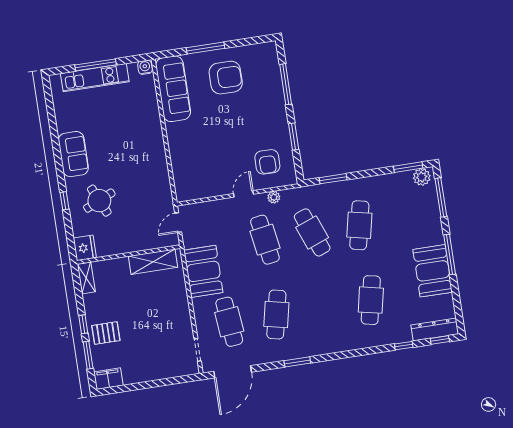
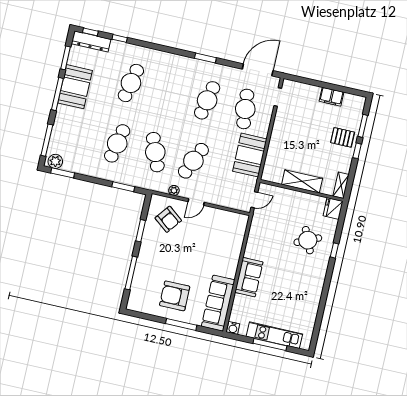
sofa: (73, 154) -> (249, 277), moved, turned 180
armchair: (267, 162) -> (168, 219), turned 128
cafe table: (265, 240) -> (193, 161), turned 33
shelving: (153, 262) -> (302, 181), moved
window: (456, 299) -> (66, 58), added
filing cabinet: (108, 379) -> (331, 97), moved

